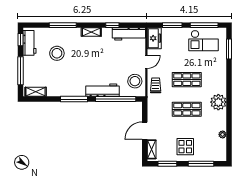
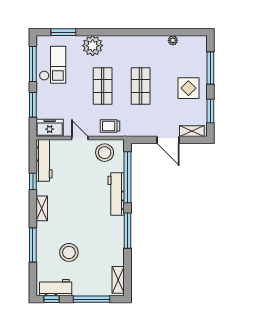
plant: (218, 102) -> (93, 46), moved

